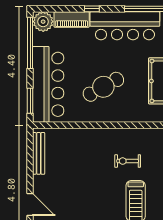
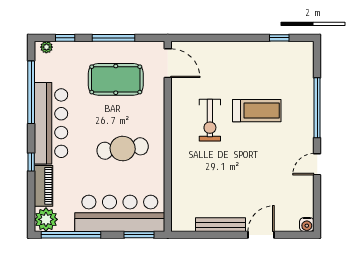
cafe table: (103, 87) -> (123, 149), turned -68
bench: (39, 153) -> (221, 225), moved
exercise bike: (128, 161) -> (210, 120), width x1.38, depth x1.39

